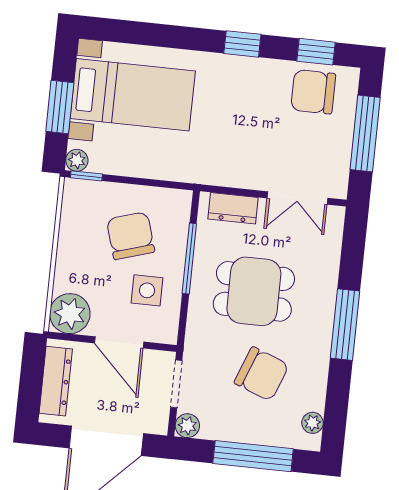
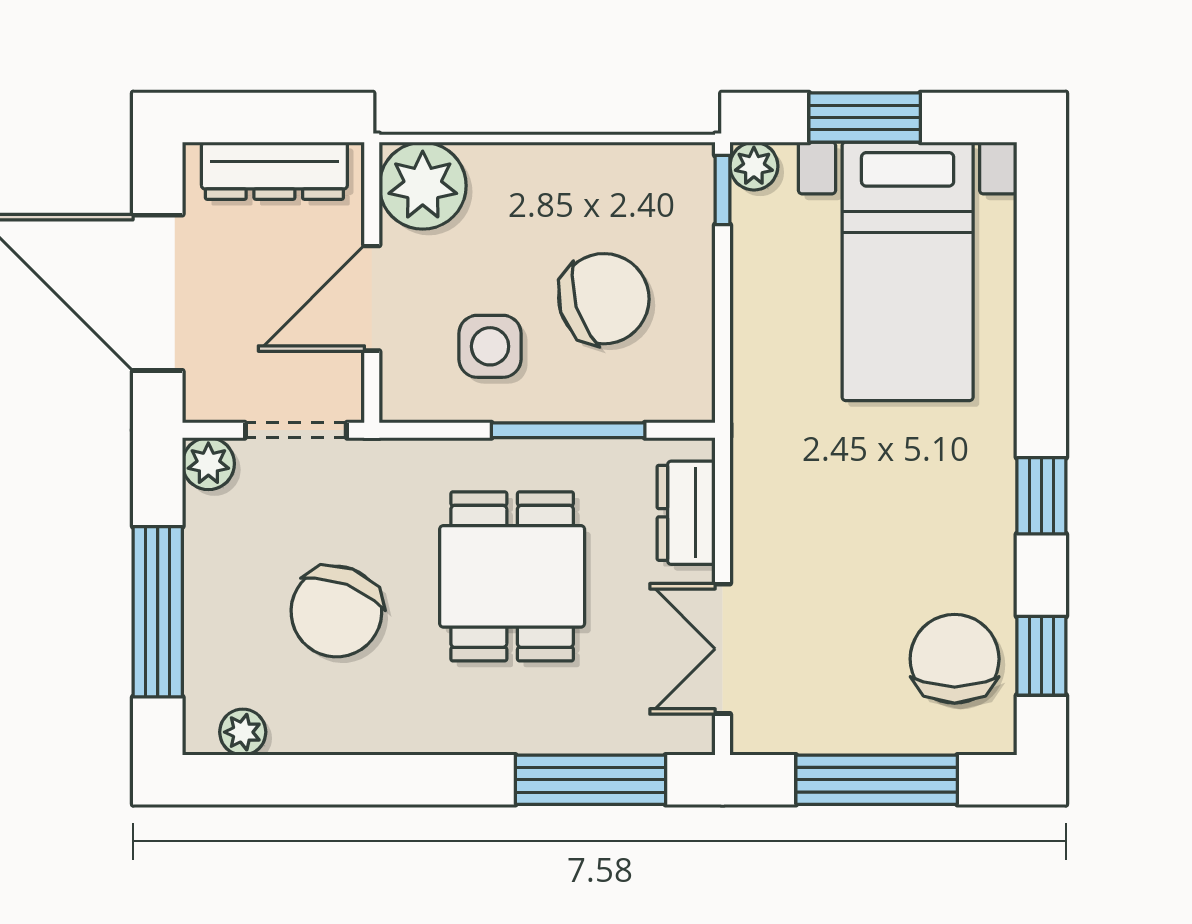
window: (345, 325) -> (591, 780), moved

